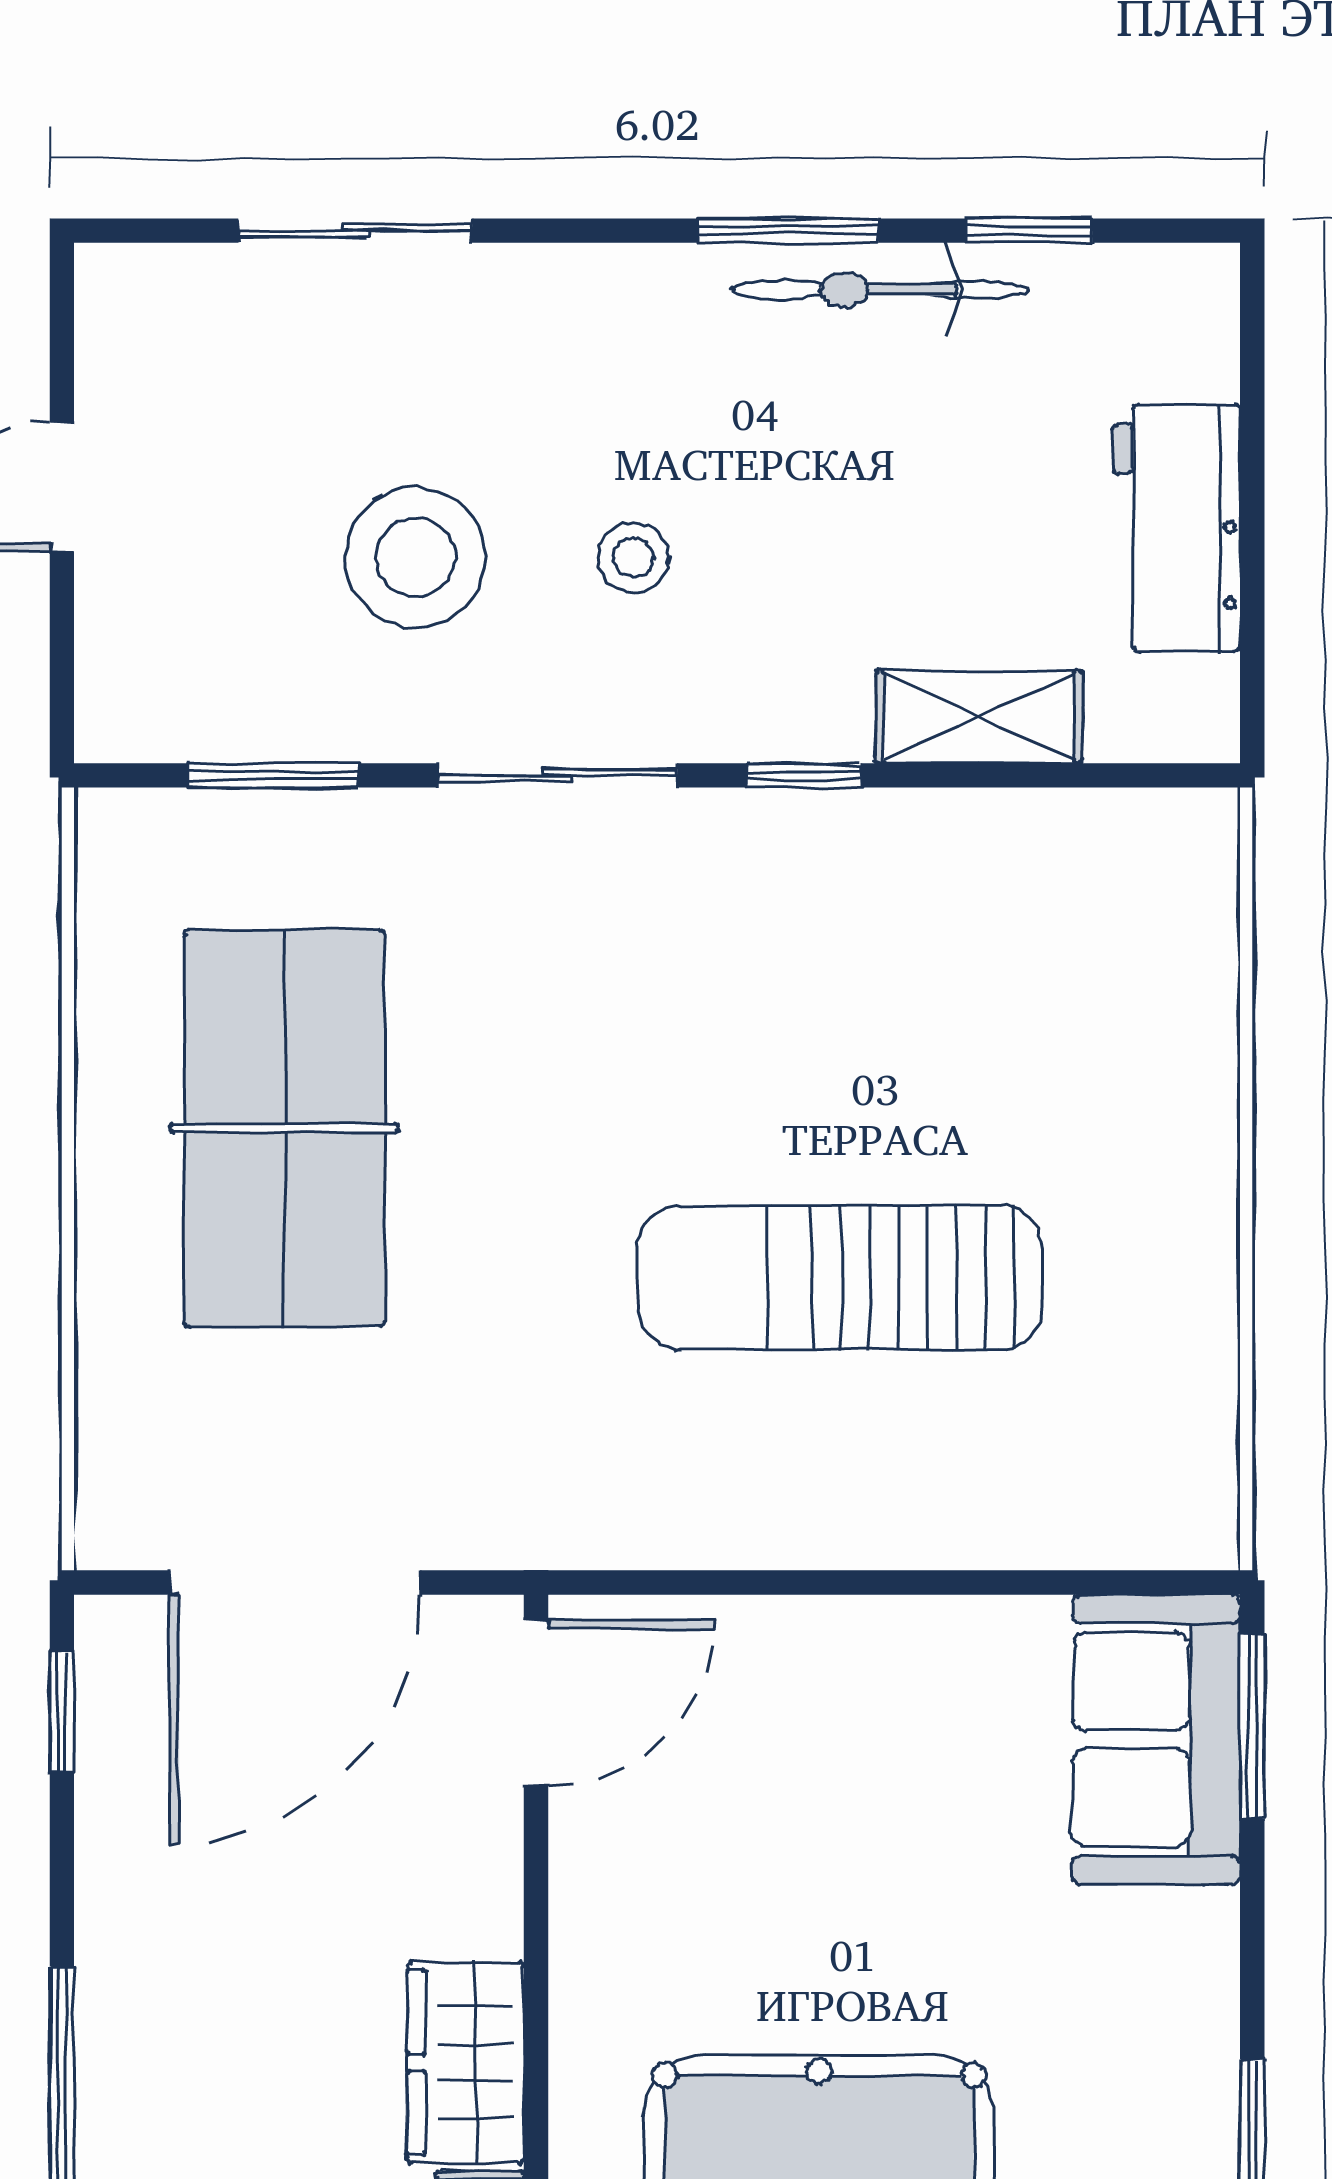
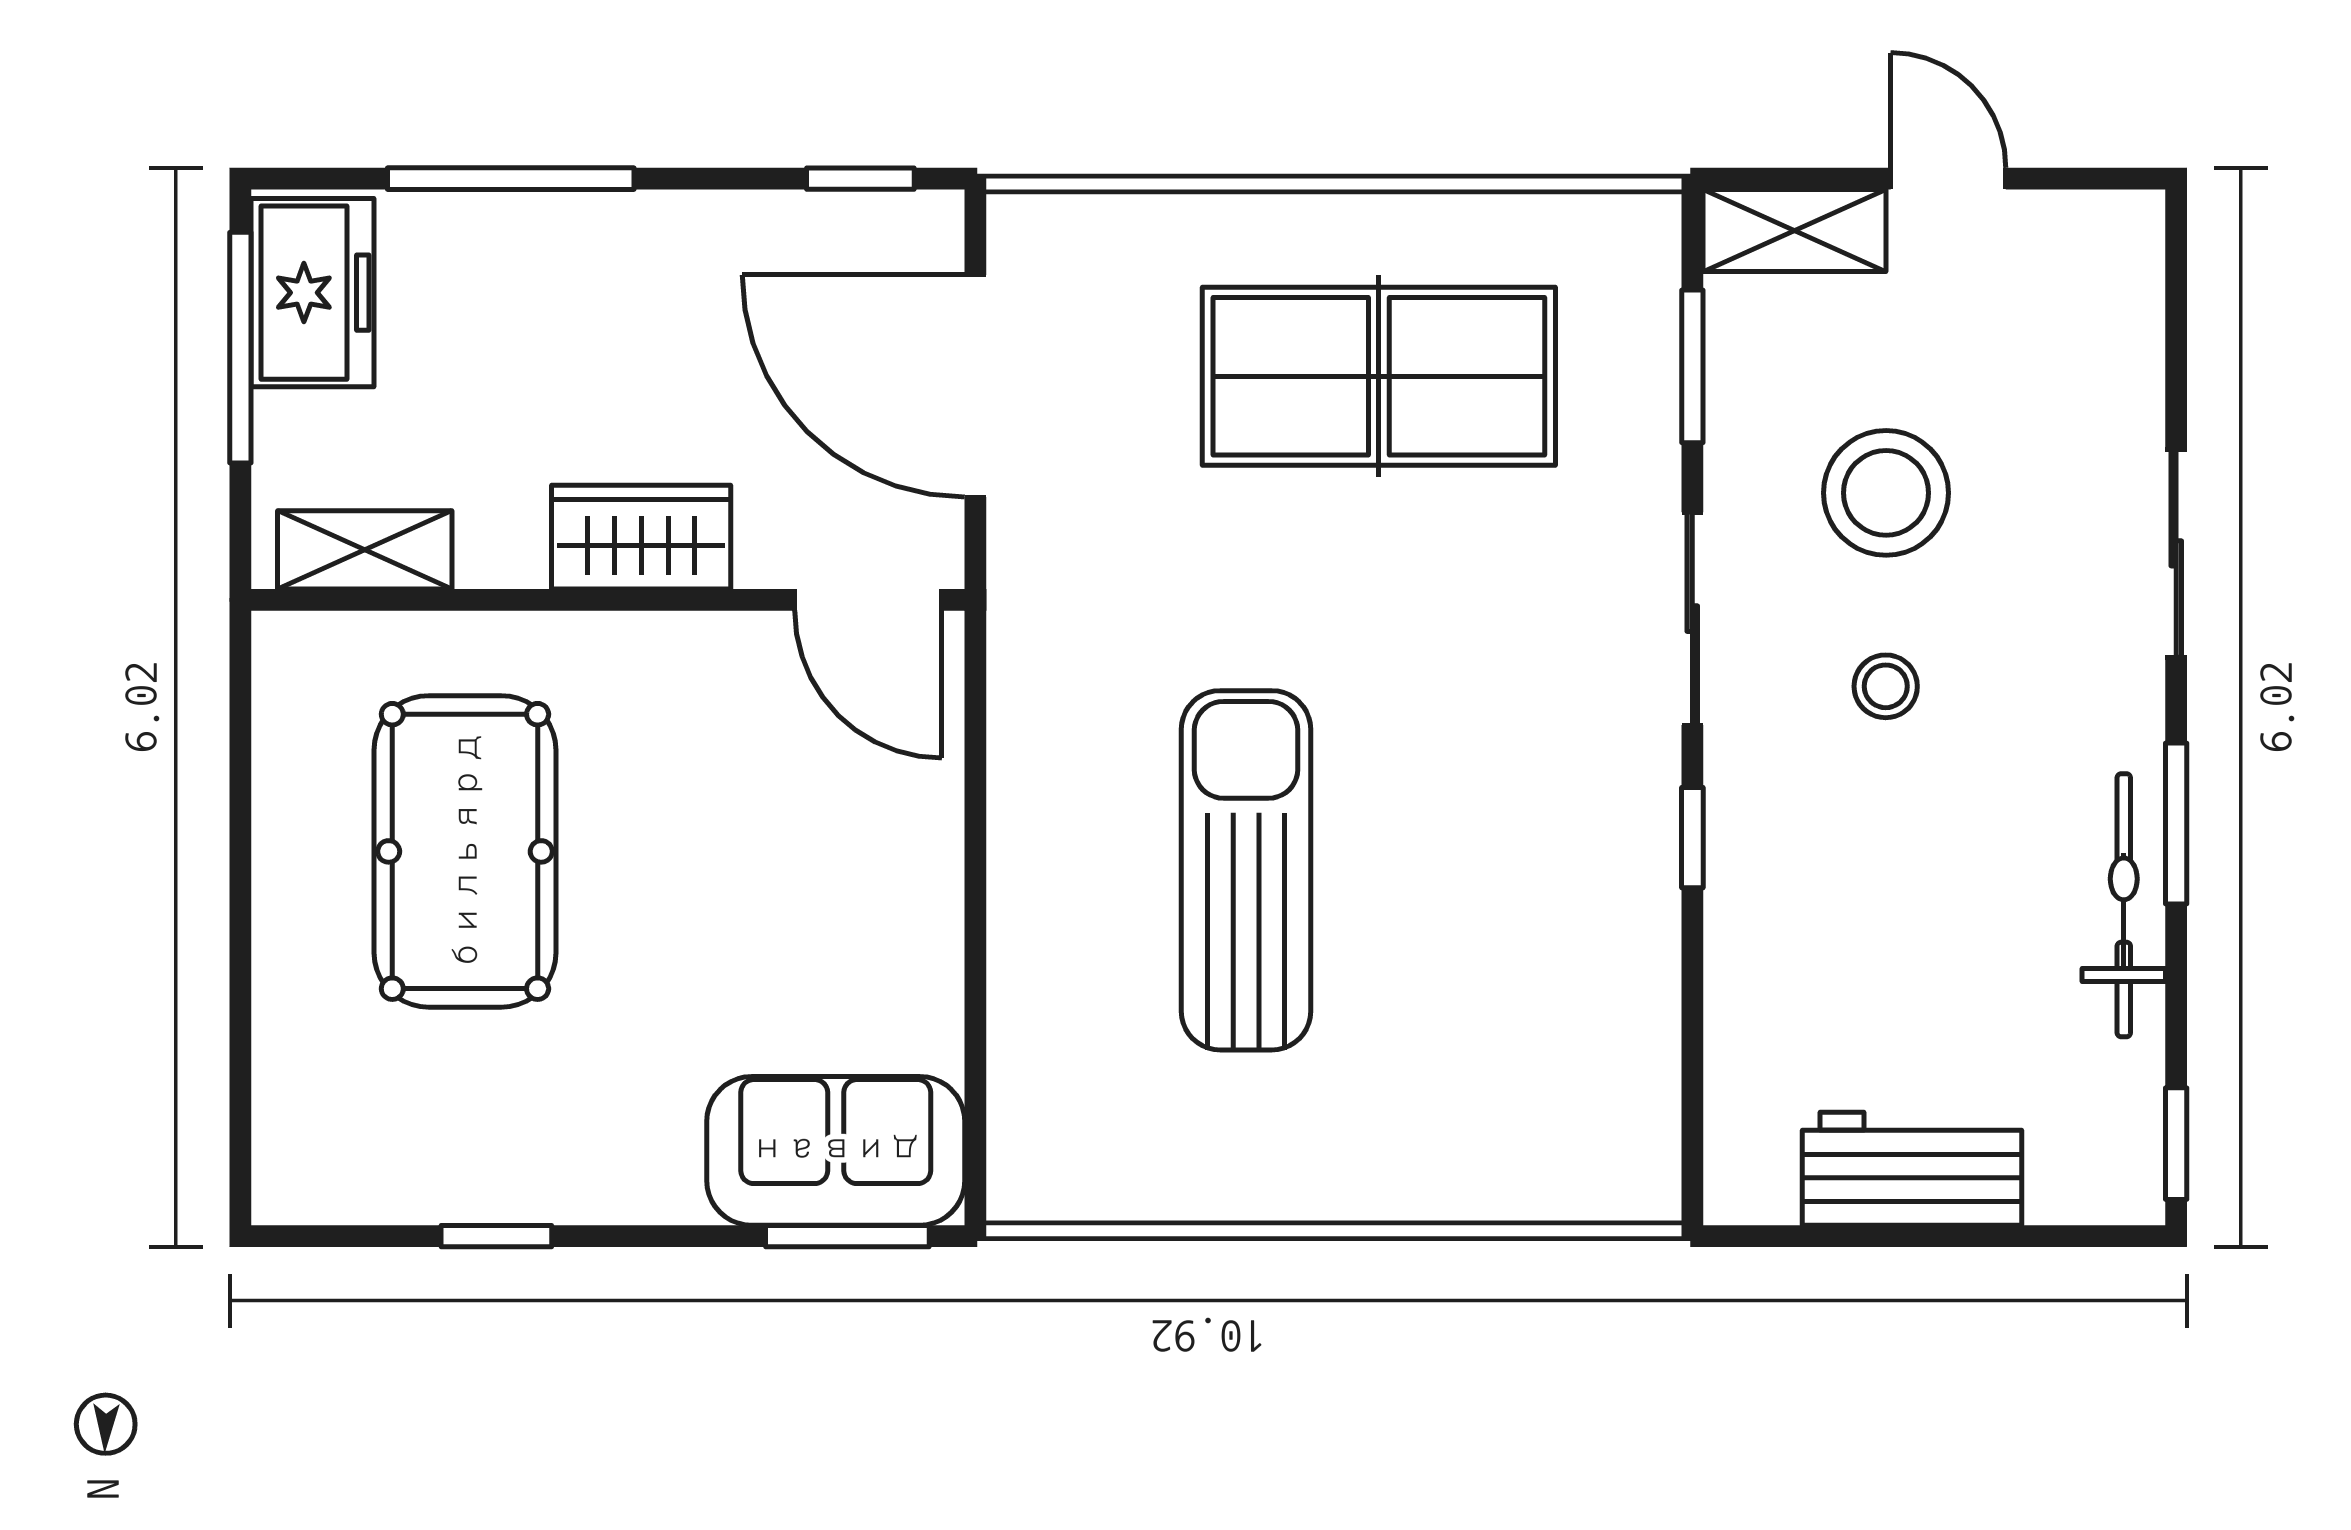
sliding door: (355, 231) -> (2176, 553), moved
window: (1029, 231) -> (2176, 1144), moved
shelving: (979, 717) -> (1795, 231), moved, turned 90
wardrobe: (465, 2063) -> (641, 537), moved

